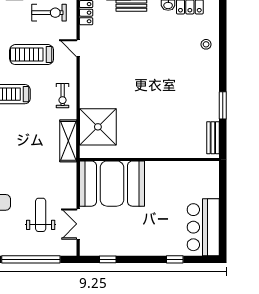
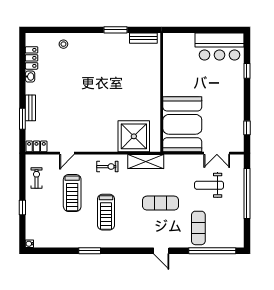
exercise bike: (49, 13) -> (36, 178), width x0.73, depth x0.72
exercise mat: (20, 158) -> (161, 203), added

